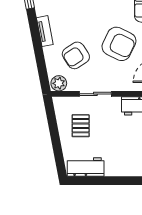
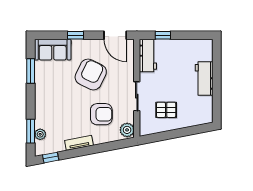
armchair: (76, 55) -> (101, 114), turned -57
workbench: (86, 167) -> (204, 78), moved

